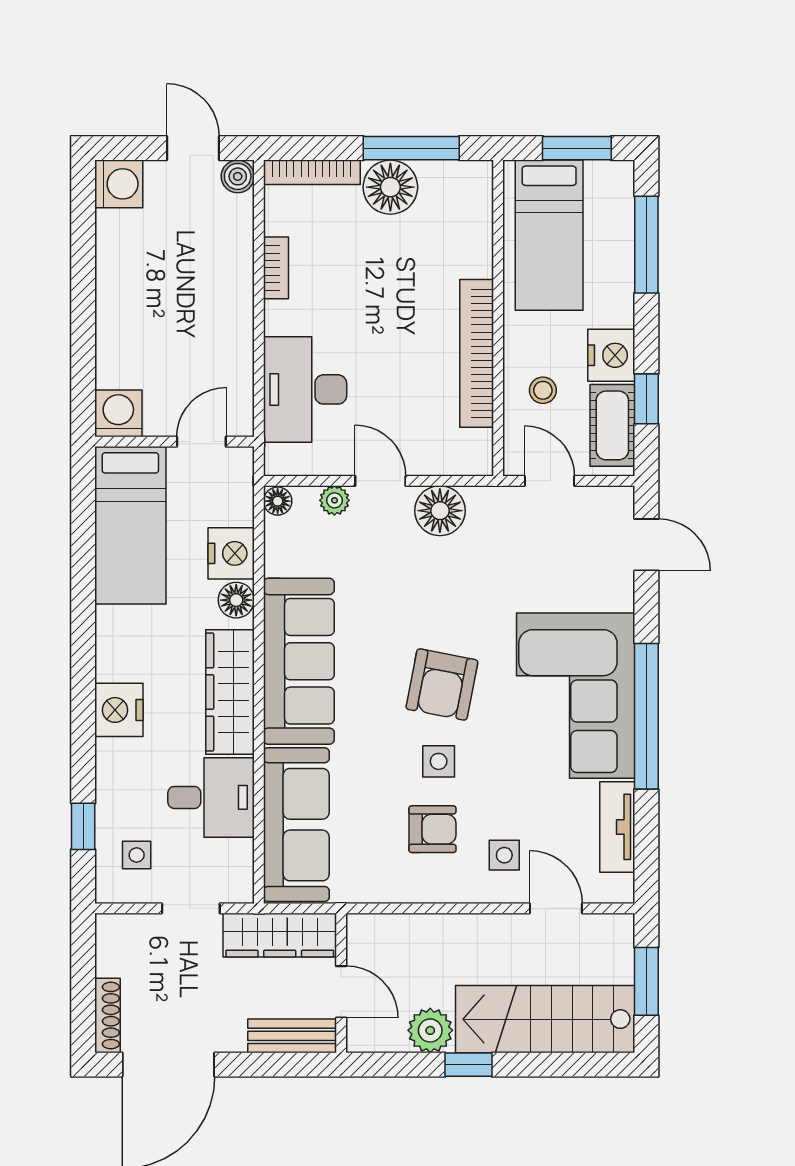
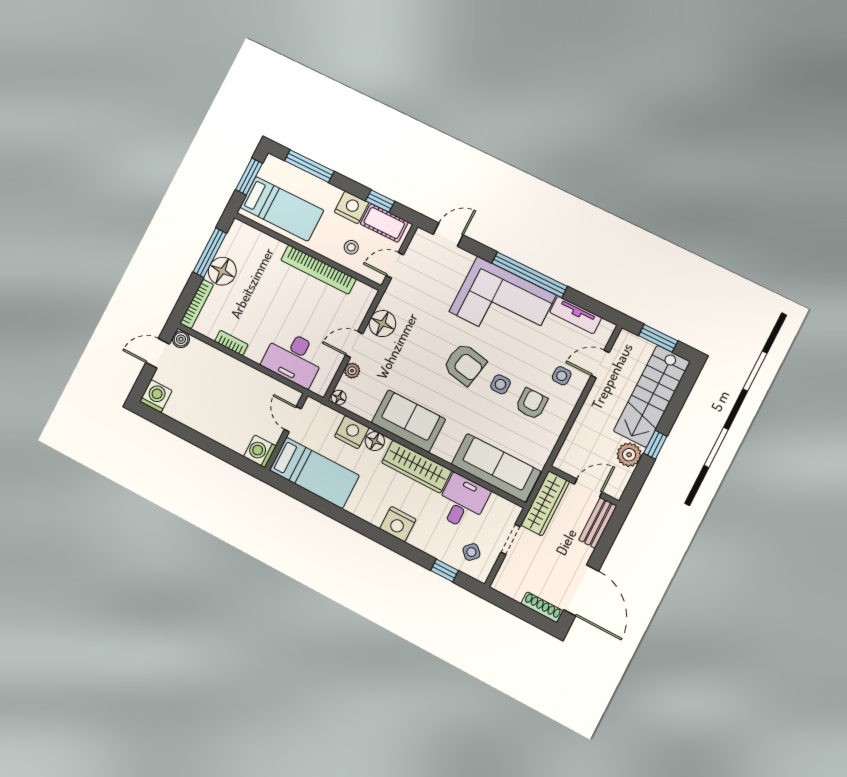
sofa: (299, 661) -> (408, 421), width x0.73
side table: (137, 855) -> (471, 552), turned 45

